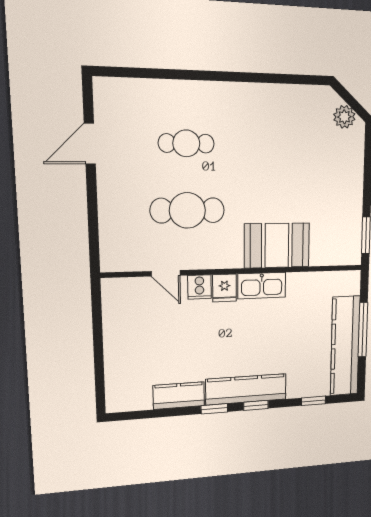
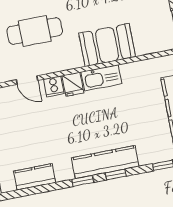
kitchen counter: (179, 396) -> (35, 177), moved

